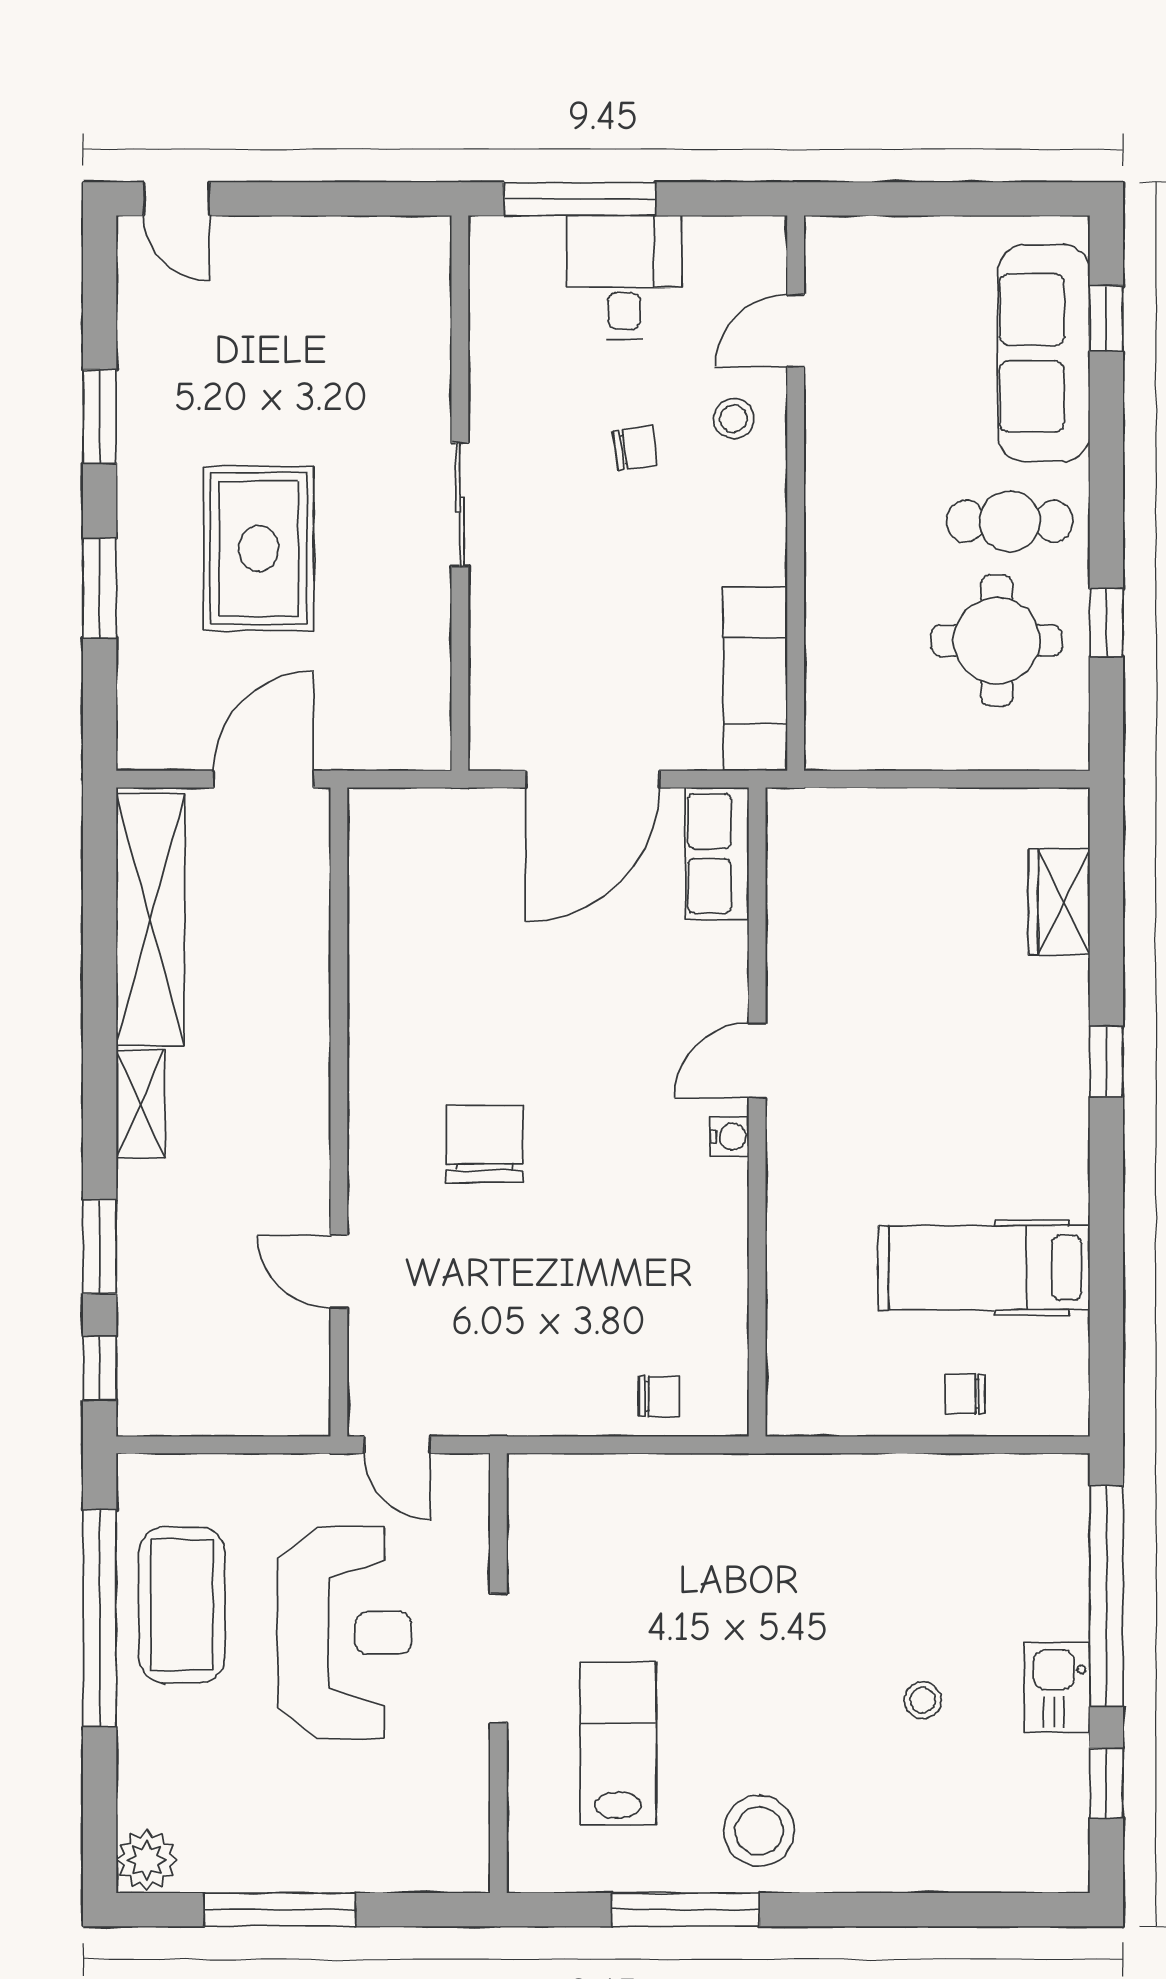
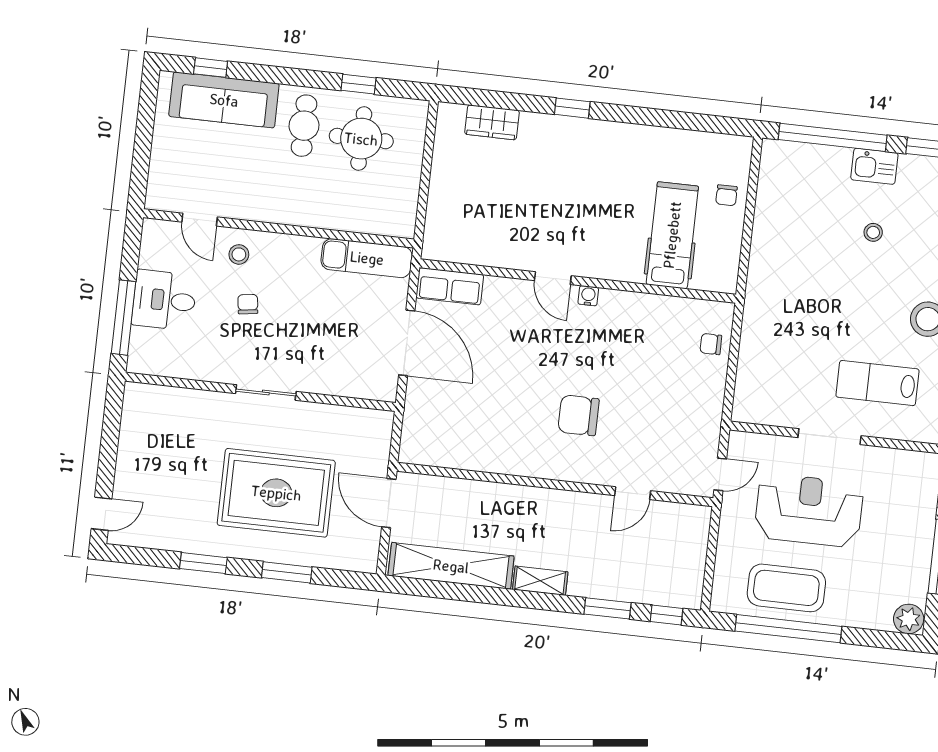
rug: (259, 548) -> (276, 493), width x1.37, depth x1.44
hospital bed: (984, 1268) -> (672, 235), moved, turned 180
chair: (659, 1396) -> (711, 344), turned -90

